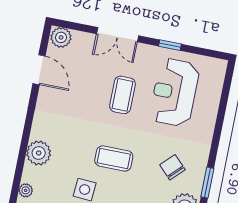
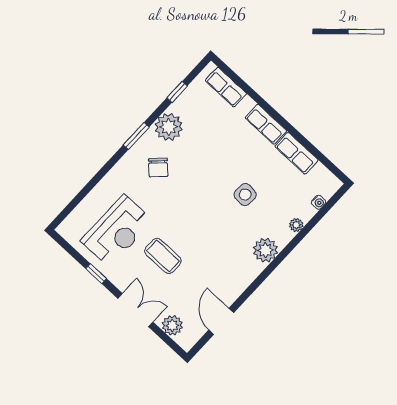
plant: (61, 37) -> (172, 325), moved
coffee table: (122, 95) -> (163, 256), turned 90
coffee table: (114, 158) -> (204, 206), removed

